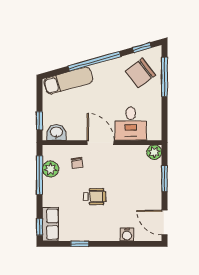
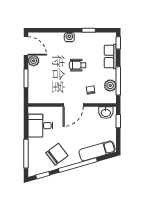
chair: (140, 73) -> (57, 154), moved
desk: (131, 124) -> (41, 126), moved, turned -90
door: (101, 143) -> (73, 105), hinge flipped
plant: (154, 152) -> (34, 61), moved
row of seats: (50, 224) -> (110, 56), moved
water cooler: (127, 234) -> (69, 37), moved

